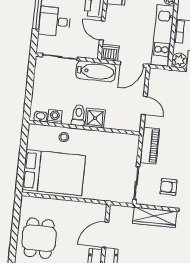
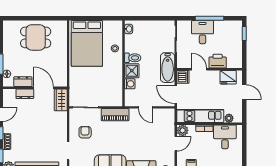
door: (102, 31) -> (199, 69), hinge flipped
door: (144, 105) -> (145, 107), hinge flipped
washing machine: (55, 117) -> (130, 84), moved
wardrobe: (155, 217) -> (61, 100), moved, width x0.67

